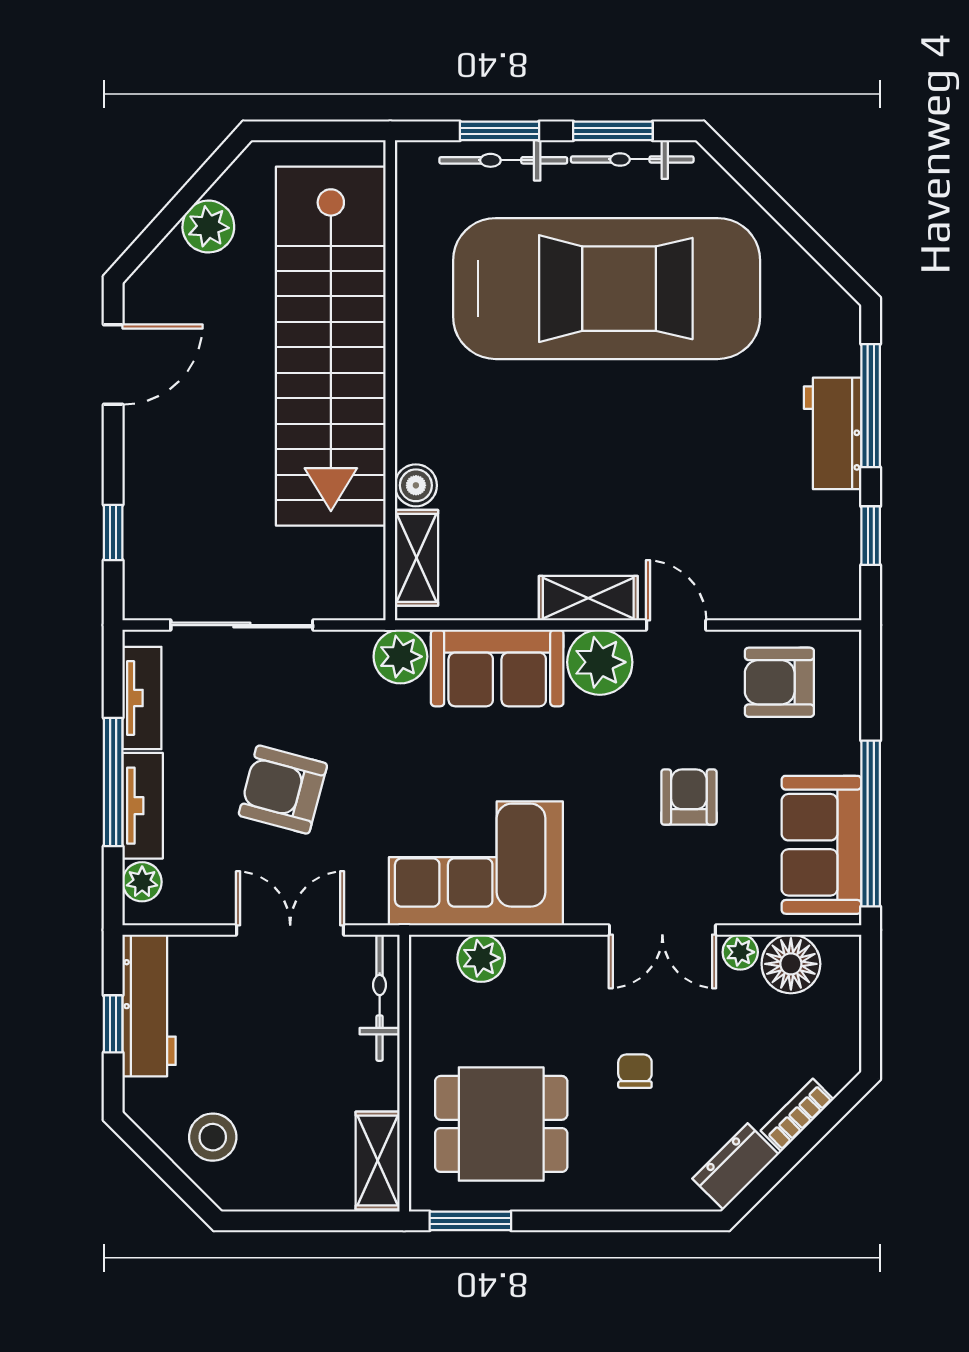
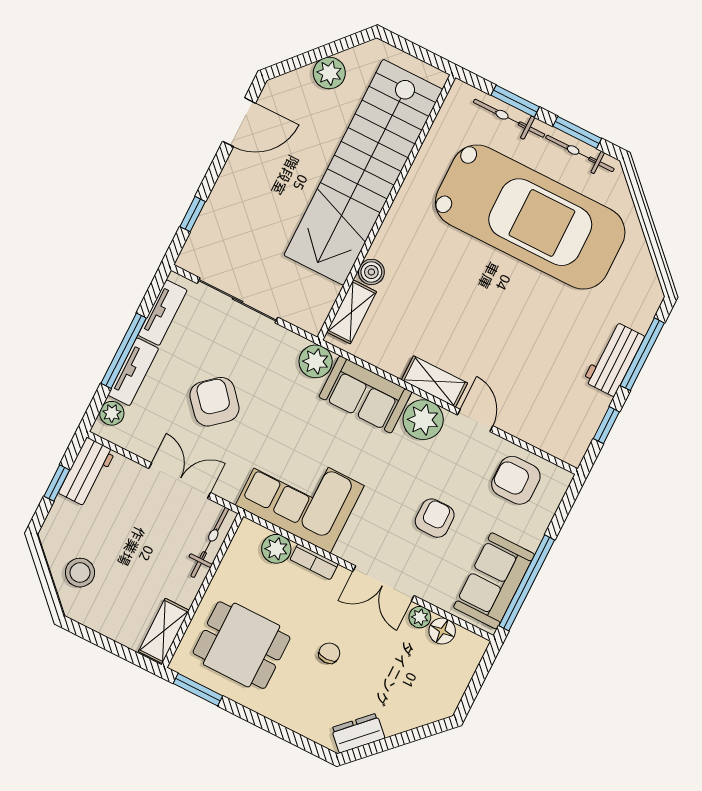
armchair: (283, 790) -> (214, 402), turned 34
floor lamp: (791, 964) -> (442, 631), width x0.73, depth x0.73
workbench: (149, 1005) -> (87, 472), width x0.73
bookcase: (797, 1115) -> (314, 562), moved, turned -135

